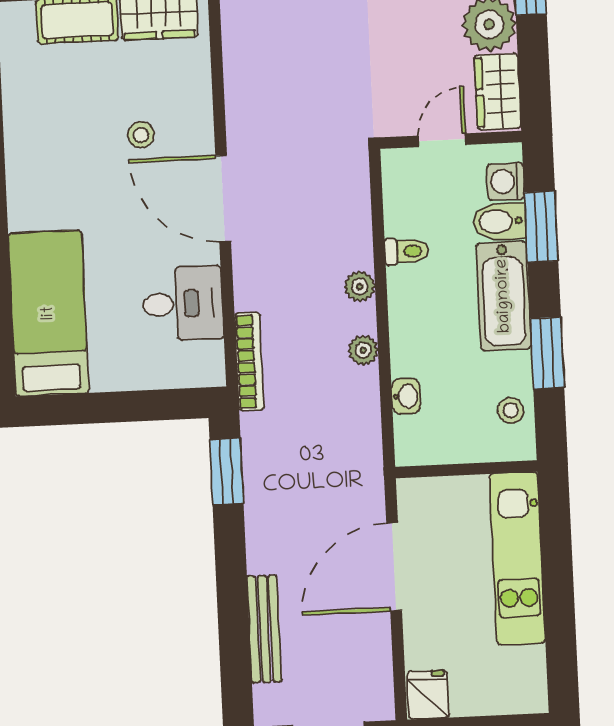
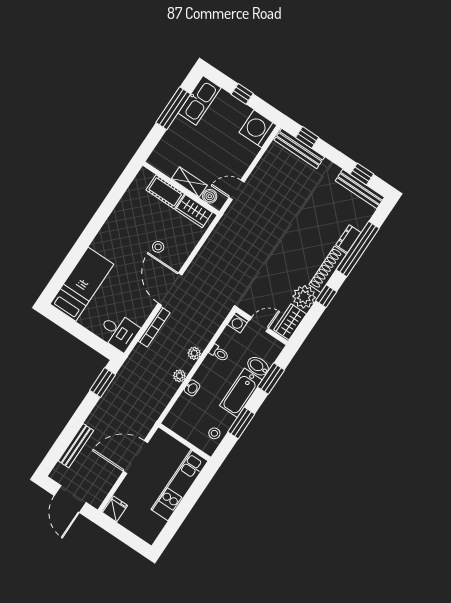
washing machine: (505, 182) -> (238, 322), moved, turned -90
desk: (183, 304) -> (119, 332), moved
bookcase: (249, 362) -> (154, 327), moved
washbasin: (406, 396) -> (192, 388), moved

